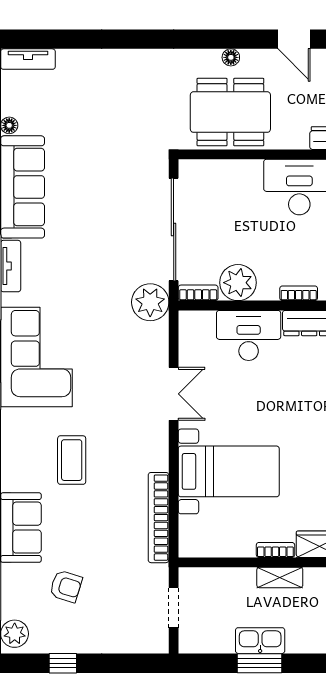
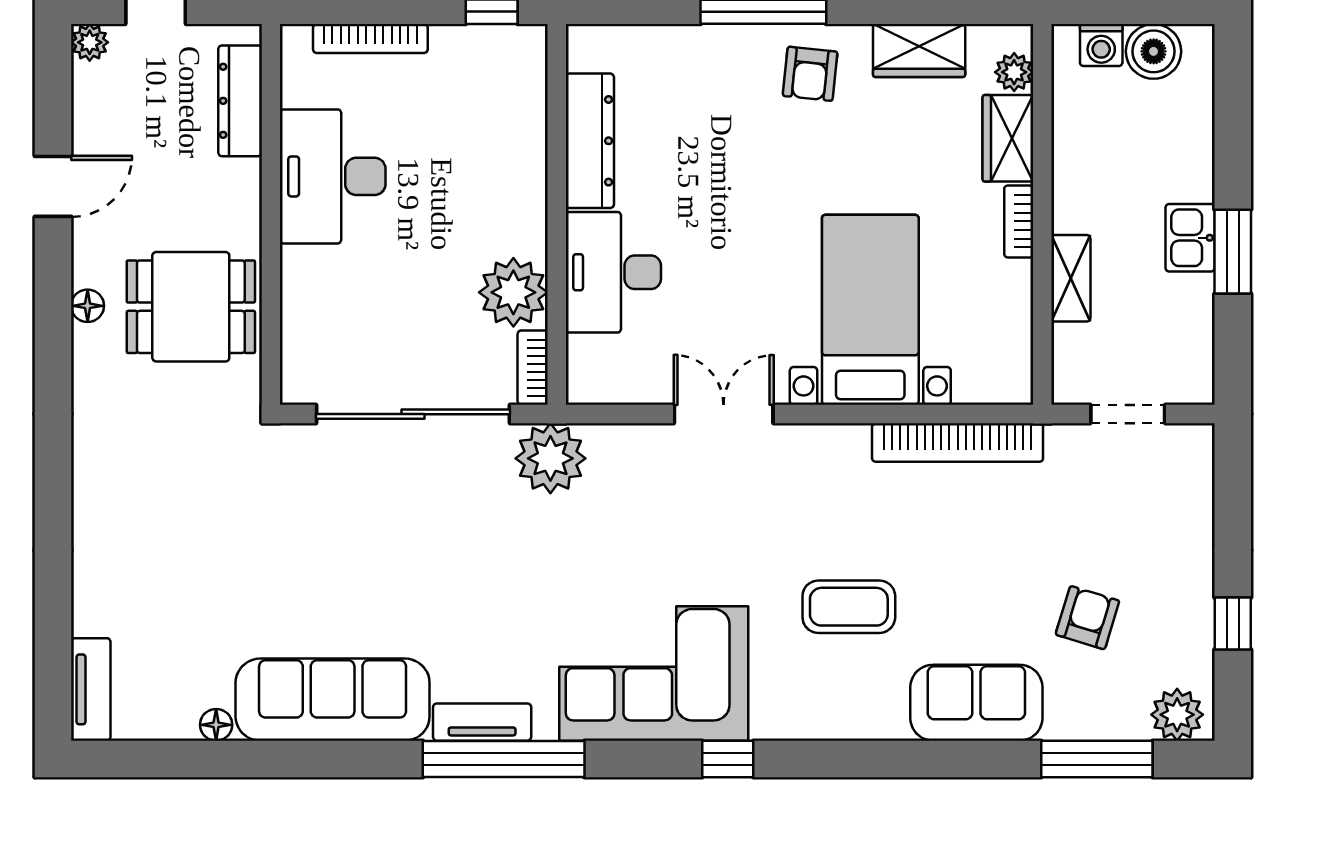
dining table: (230, 112) -> (191, 307), width x0.73
bookcase: (299, 293) -> (533, 178), removed
shelving: (280, 577) -> (1071, 278), moved
kitchen sink: (260, 641) -> (1190, 238), width x0.73

